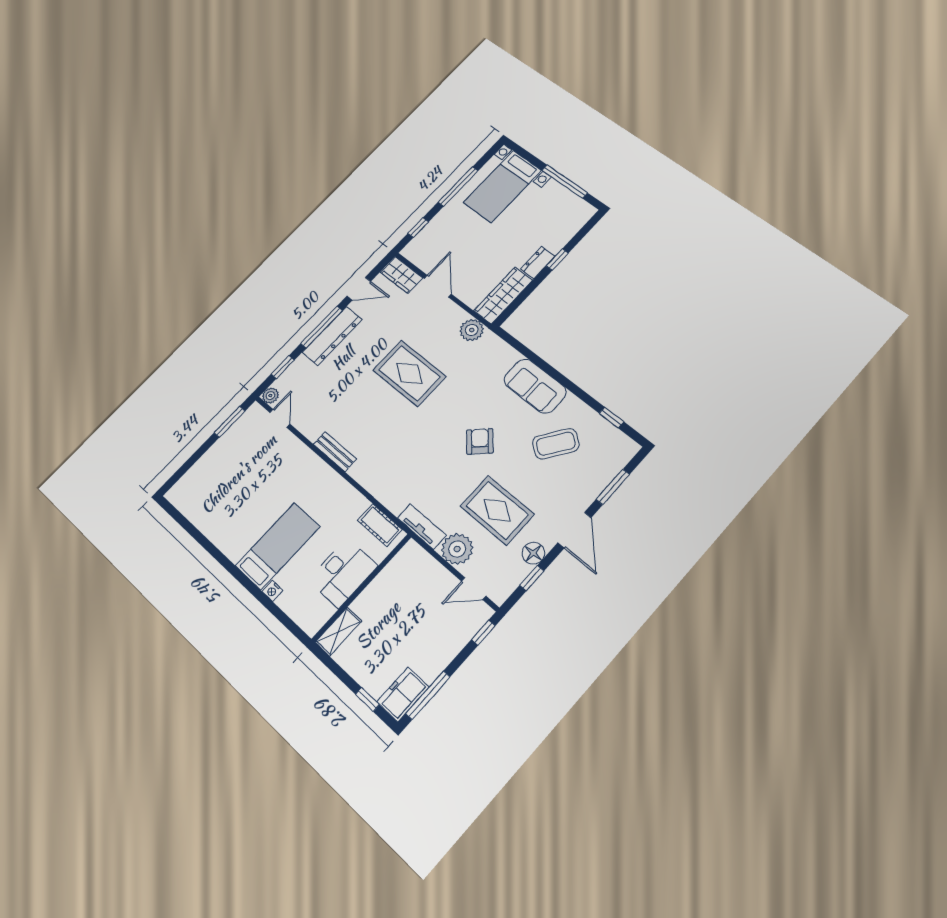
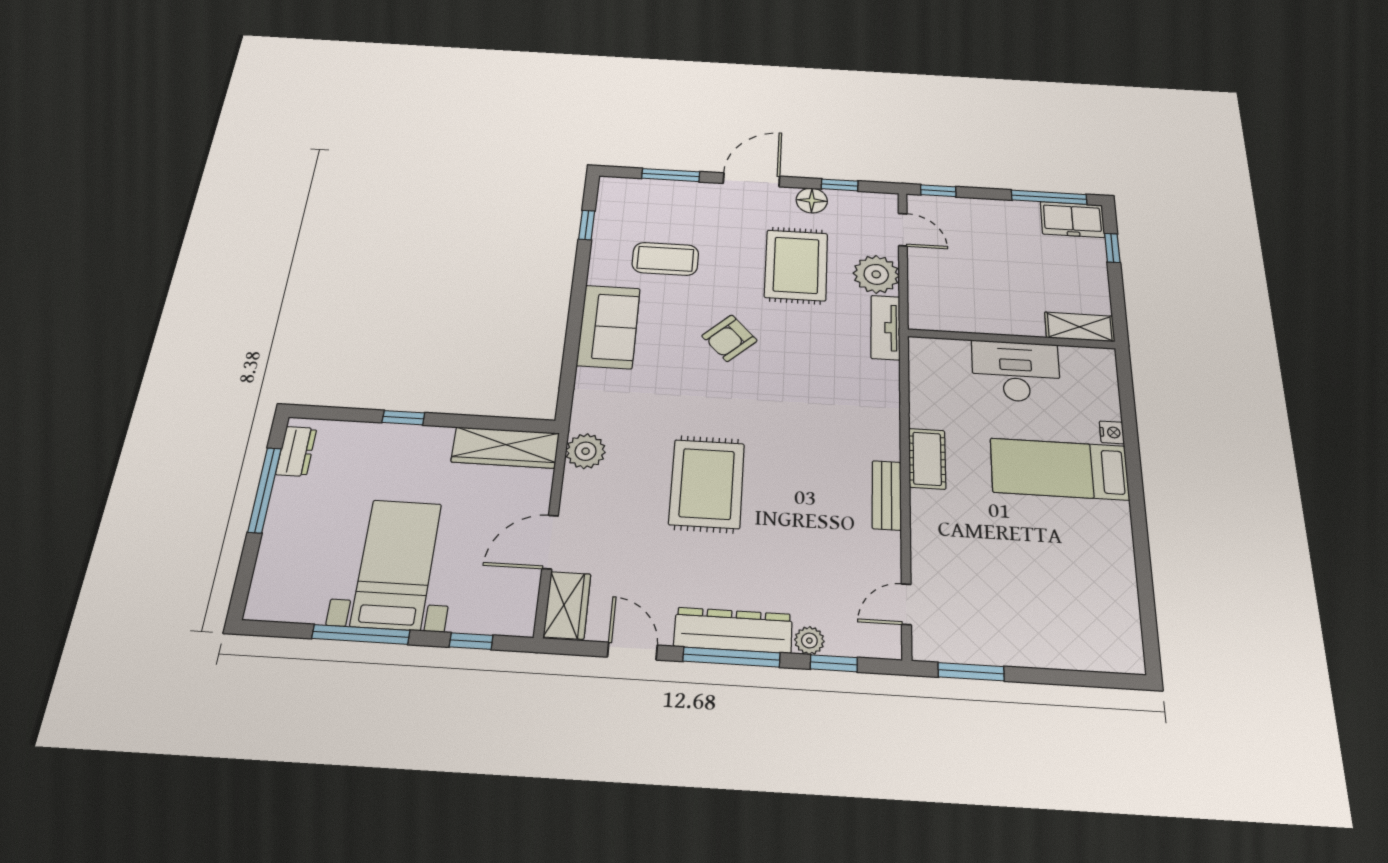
bed with nightstands: (502, 186) -> (396, 564), moved, turned -90
dresser: (538, 263) -> (296, 451), moved, turned -90
plant: (270, 396) -> (809, 641), moved
coffee table: (556, 444) -> (665, 259), turned -36
cot: (380, 525) -> (927, 459), moved

